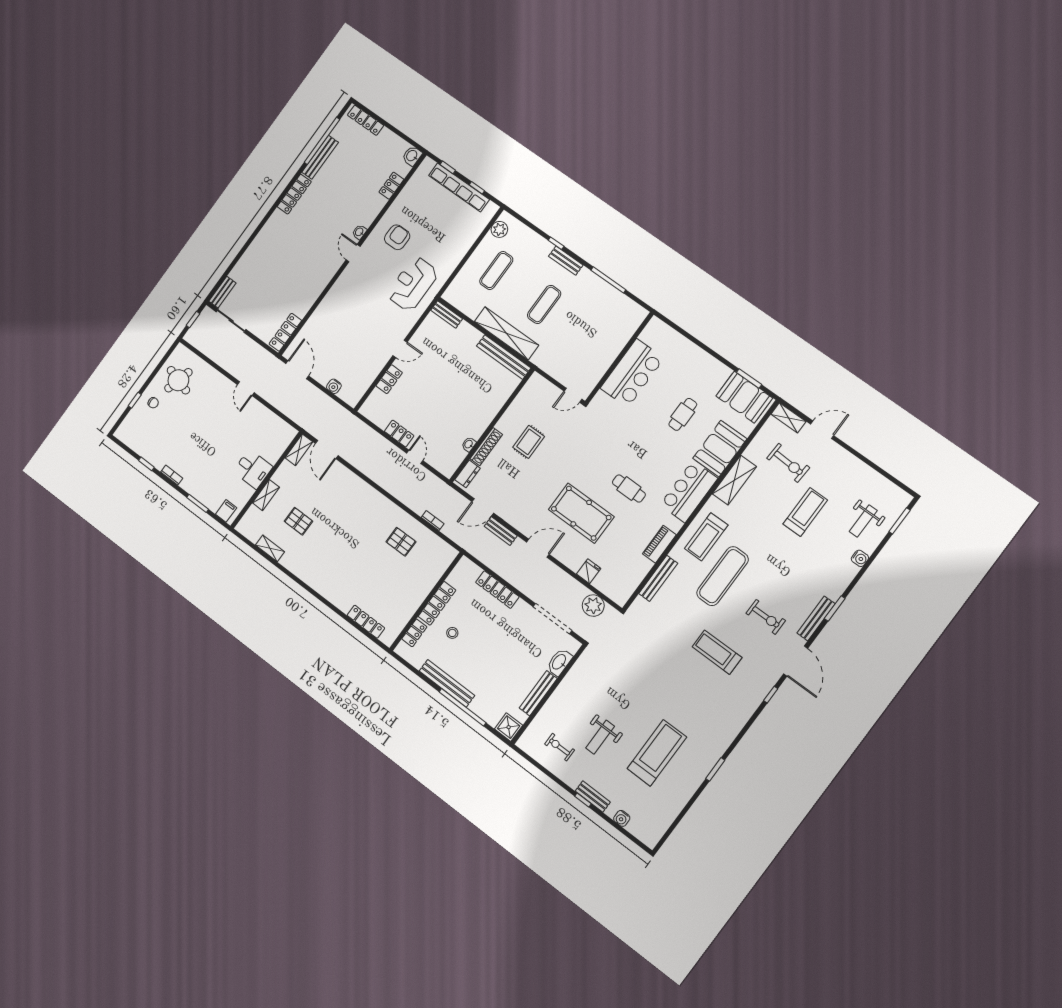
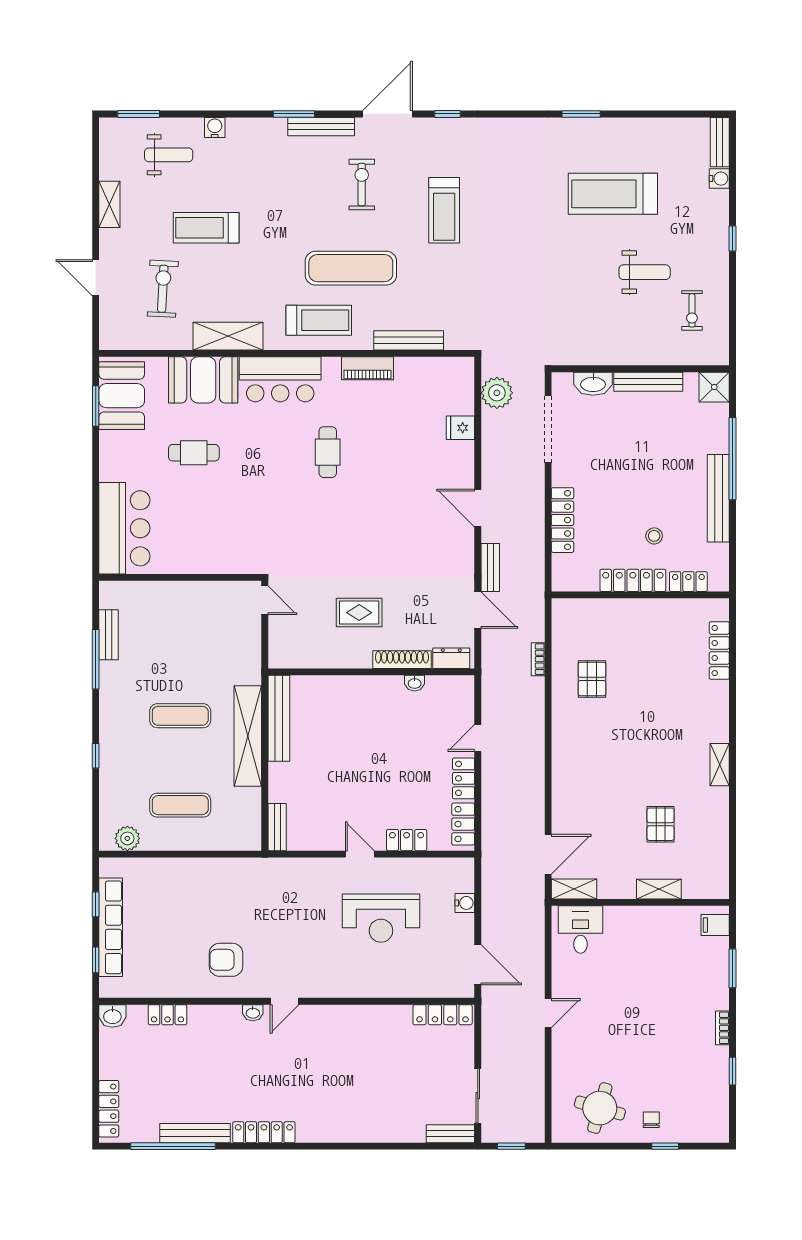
bench: (566, 261) -> (109, 635), moved
reception desk: (413, 284) -> (381, 918), moved
door: (297, 370) -> (478, 965), swing flipped
bar counter: (632, 373) -> (124, 528), moved, turned 90
locker: (375, 416) -> (463, 824), added
shelving: (788, 418) -> (109, 204), moved
desk: (253, 469) -> (581, 930), moved
pool table: (581, 513) -> (398, 487), removed
shelving: (270, 548) -> (720, 765), moved
bench: (593, 797) -> (720, 142), moved

